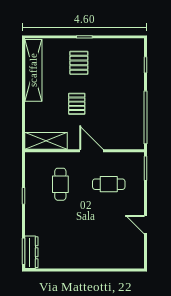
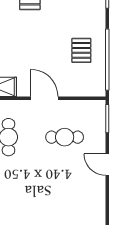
pallet: (77, 104) -> (81, 50), moved
door: (146, 225) -> (107, 165), moved

